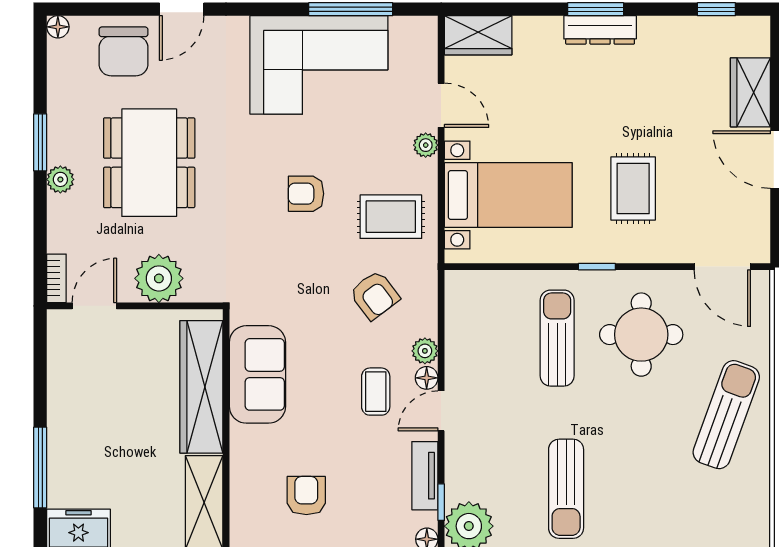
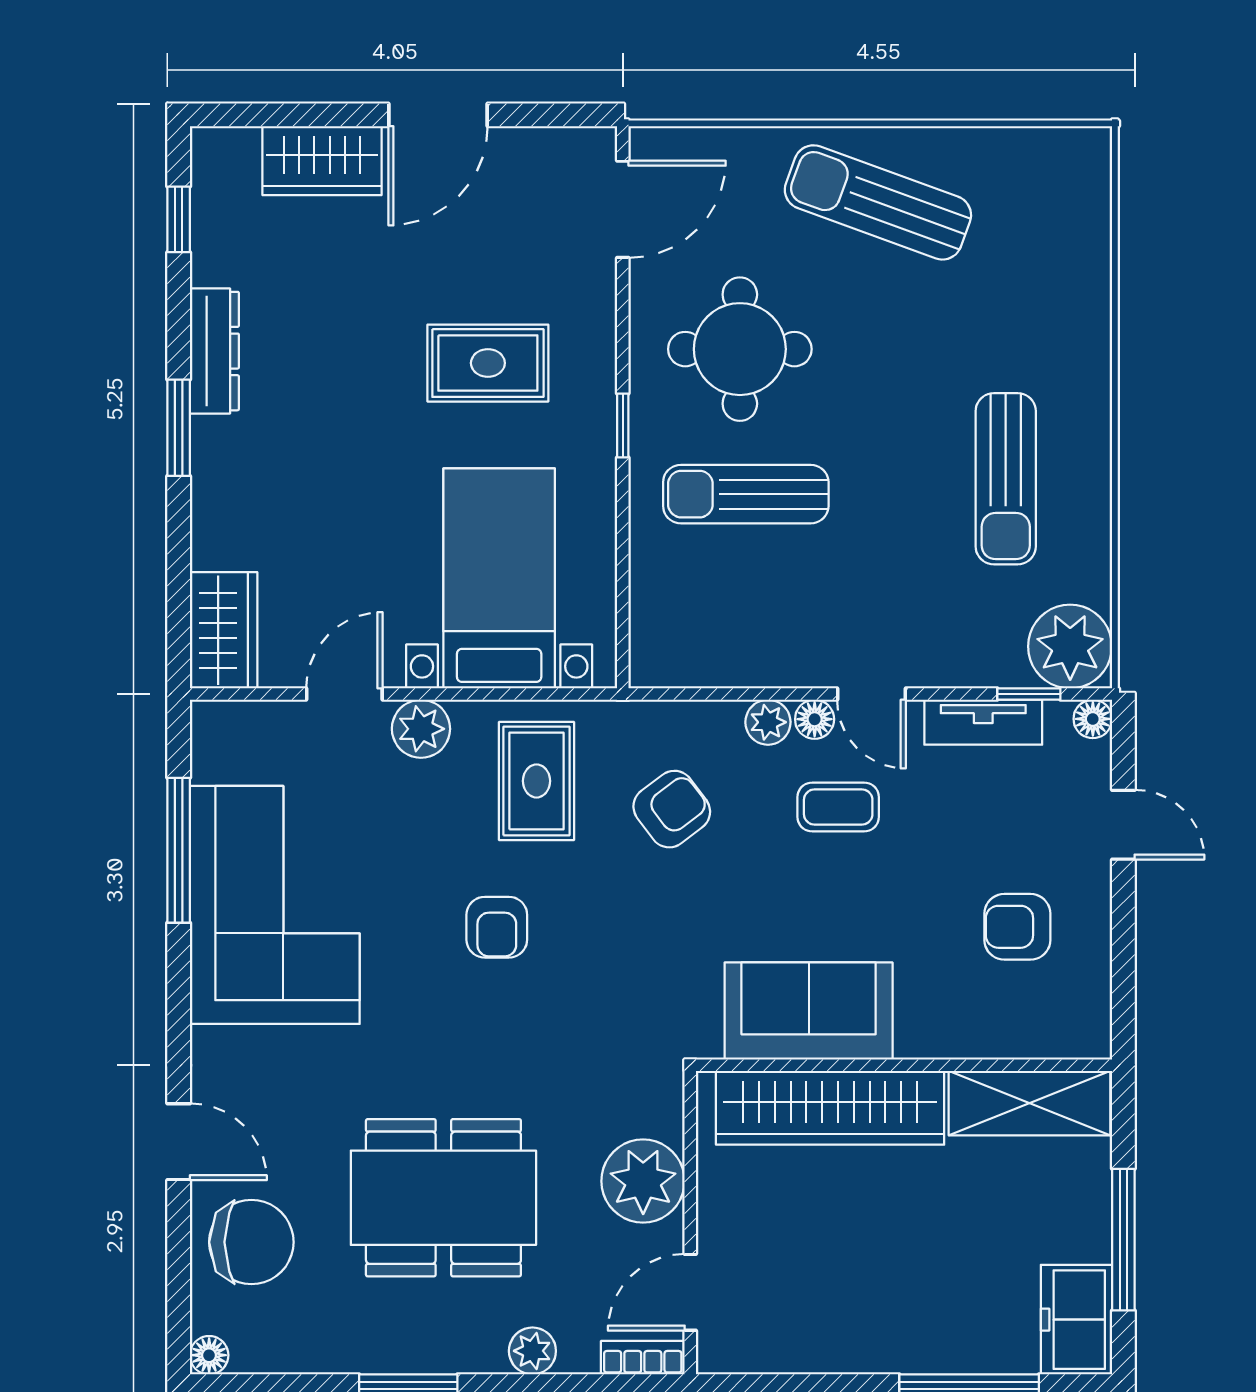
dresser: (600, 30) -> (214, 351), moved
plant: (426, 145) -> (421, 729), width x1.38, depth x1.38
plant: (60, 179) -> (532, 1351), moved
door: (94, 306) -> (690, 1292), hinge flipped
sun lounger: (566, 489) -> (1006, 479), turned 90

